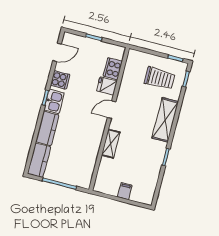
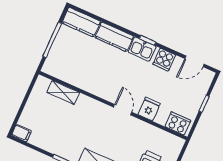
door: (57, 52) -> (195, 61), hinge flipped
cooker: (113, 69) -> (178, 123), moved
shelving: (111, 144) -> (63, 92), moved
filing cabinet: (125, 191) -> (21, 133), moved

